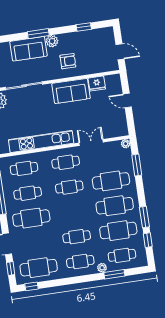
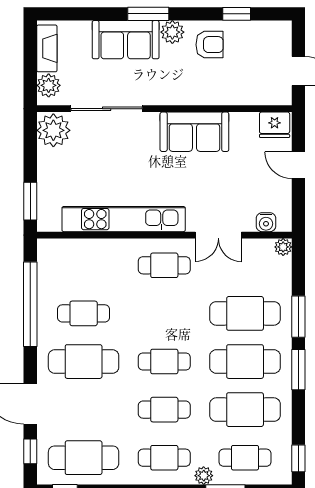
armchair: (68, 61) -> (210, 45), moved
fridge: (97, 84) -> (275, 125), moved
water cooler: (115, 132) -> (266, 222), added
double door: (91, 143) -> (218, 235), swing flipped
window: (137, 165) -> (298, 317), moved
cafe table: (24, 168) -> (84, 265), removed
cafe table: (69, 187) -> (164, 362), moved
window: (144, 217) -> (298, 370), moved
window: (148, 240) -> (298, 458), moved

